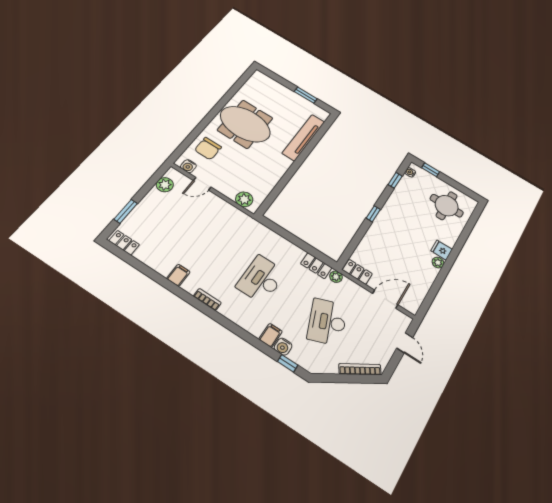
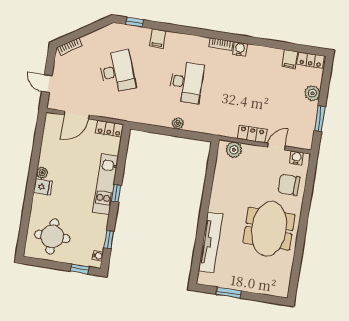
meeting table: (245, 124) -> (269, 229), turned 90
chair: (208, 149) -> (289, 185), turned -90
plant: (165, 185) -> (312, 93), moved
window: (126, 211) -> (320, 119), moved
kitchen unit: (380, 226) -> (106, 184), added
locker: (316, 266) -> (252, 134), moved
filing cabinet: (178, 275) -> (290, 59), moved
plant: (336, 277) -> (178, 123), moved
water cooler: (283, 347) -> (240, 49), moved
bookcase: (360, 369) -> (70, 47), width x0.64

